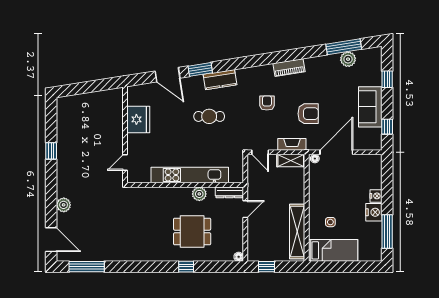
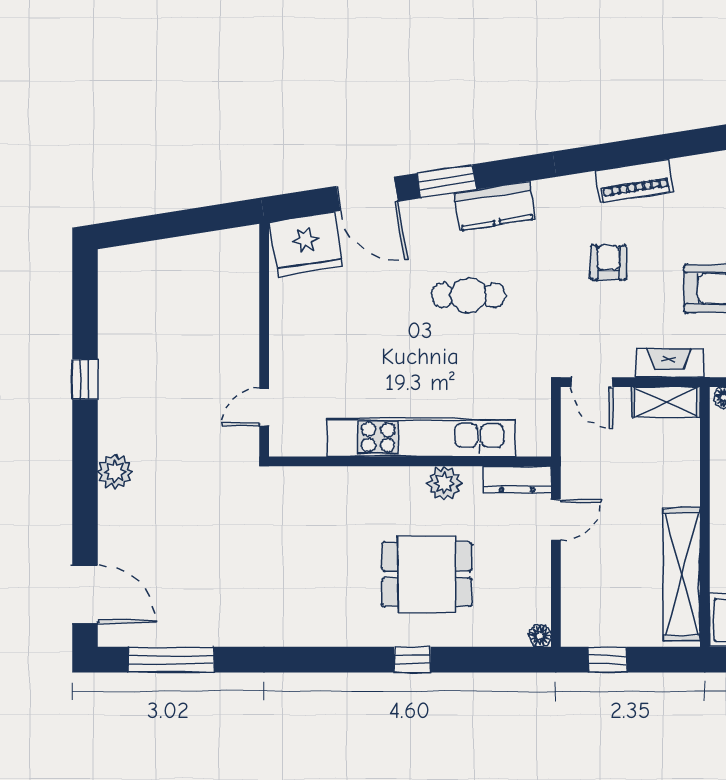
piano: (289, 68) -> (634, 181), moved
fridge: (138, 119) -> (306, 244), moved, turned 81
plant: (64, 205) -> (115, 472), moved

